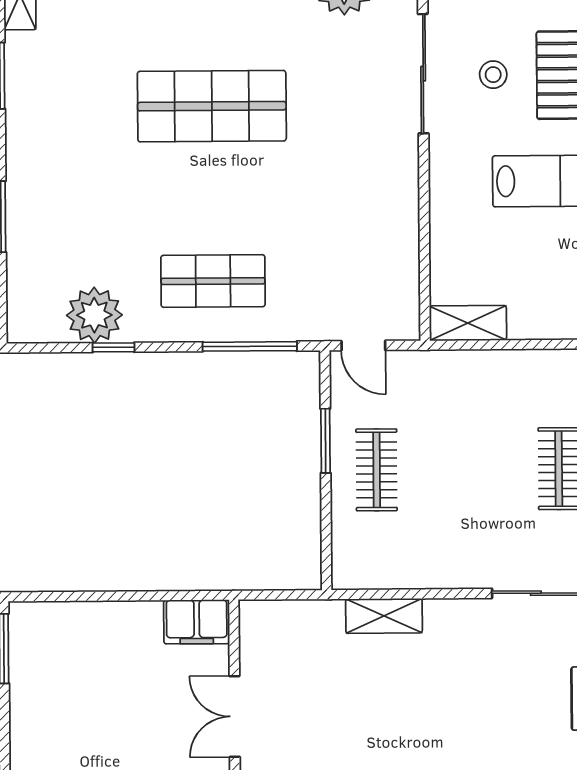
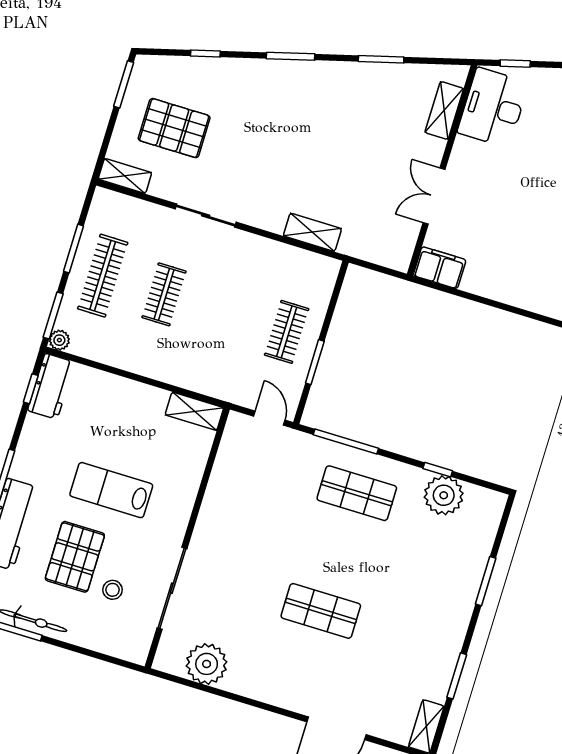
stool: (493, 75) -> (113, 590), moved
shop shelf: (212, 106) -> (321, 611), width x0.70, depth x0.74
double door: (235, 716) -> (434, 196), swing flipped

